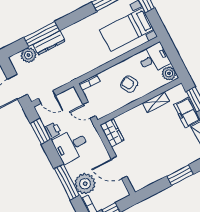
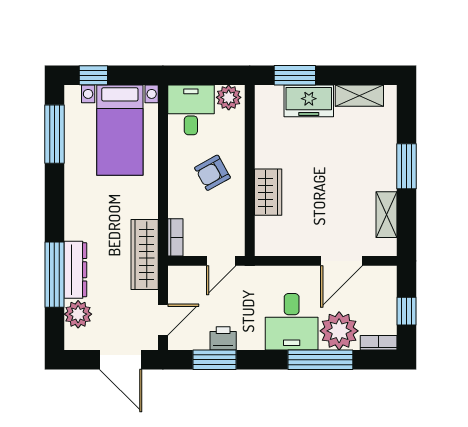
wardrobe: (73, 72) -> (145, 255), added
shelving: (156, 102) -> (386, 215), moved
wardrobe: (112, 133) -> (268, 192), moved, turned 90
desk: (71, 146) -> (292, 322), moved

